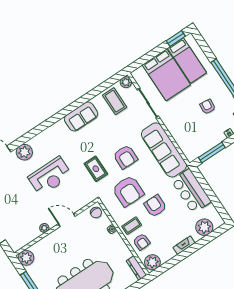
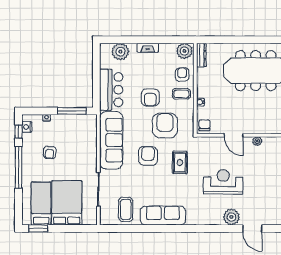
plant: (126, 82) -> (105, 219), removed
sofa: (81, 116) -> (163, 215), width x1.36

